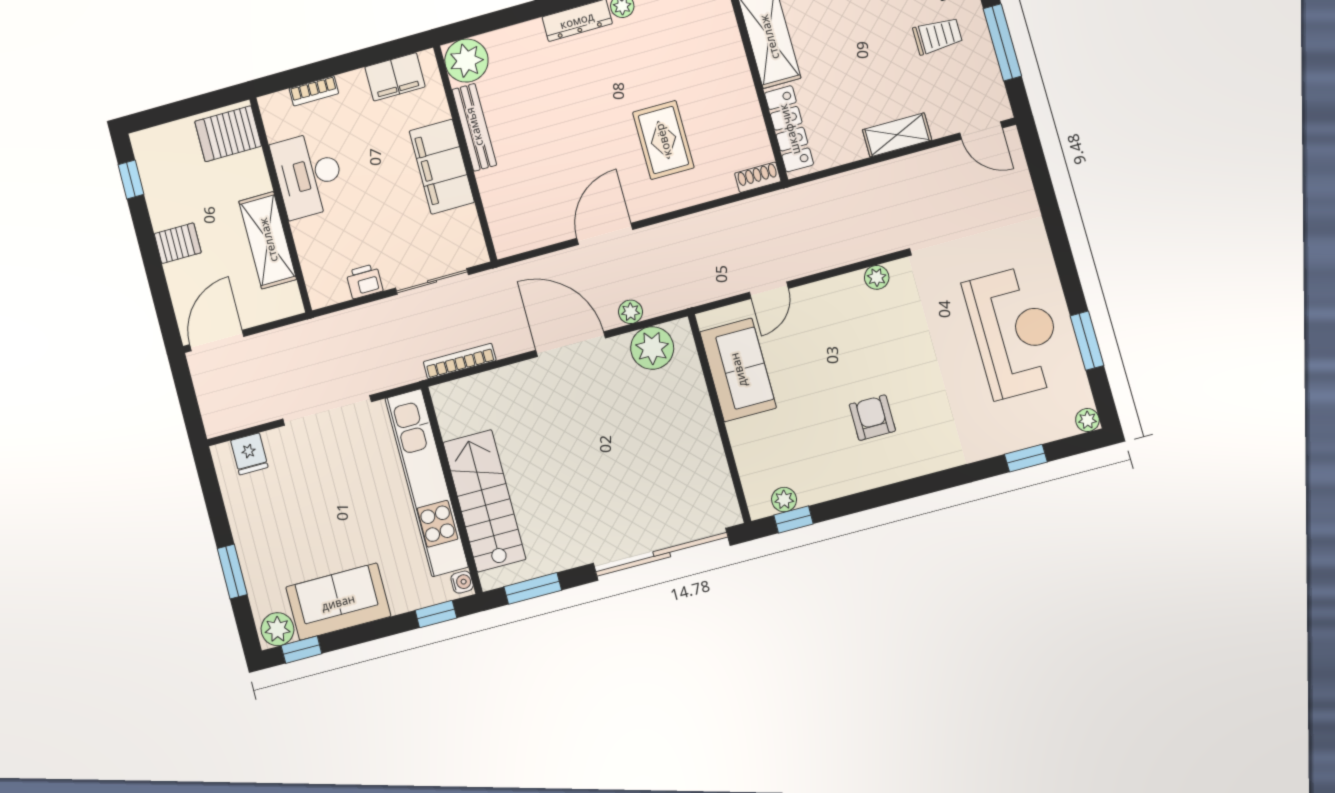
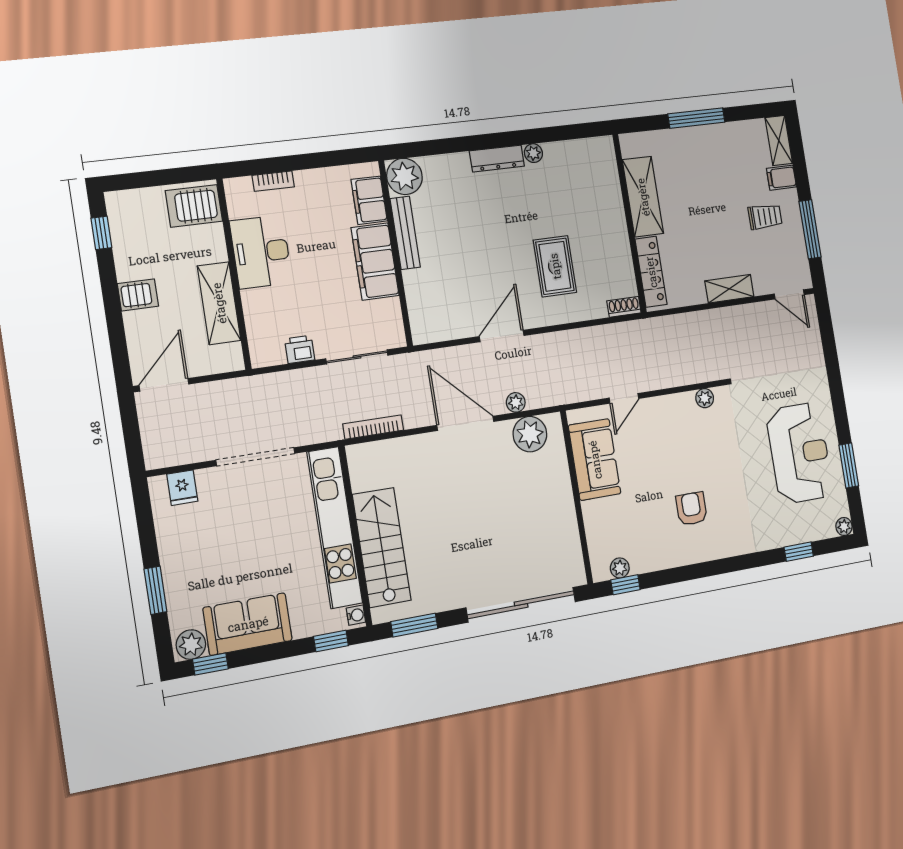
filing cabinet: (395, 77) -> (369, 200), moved, turned 90

